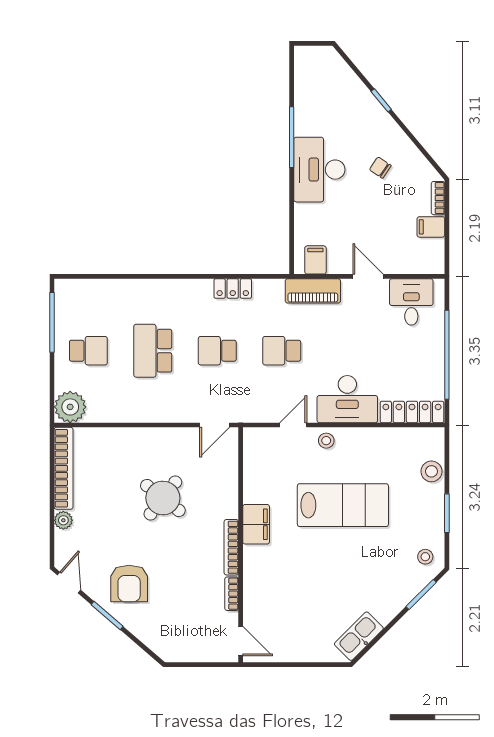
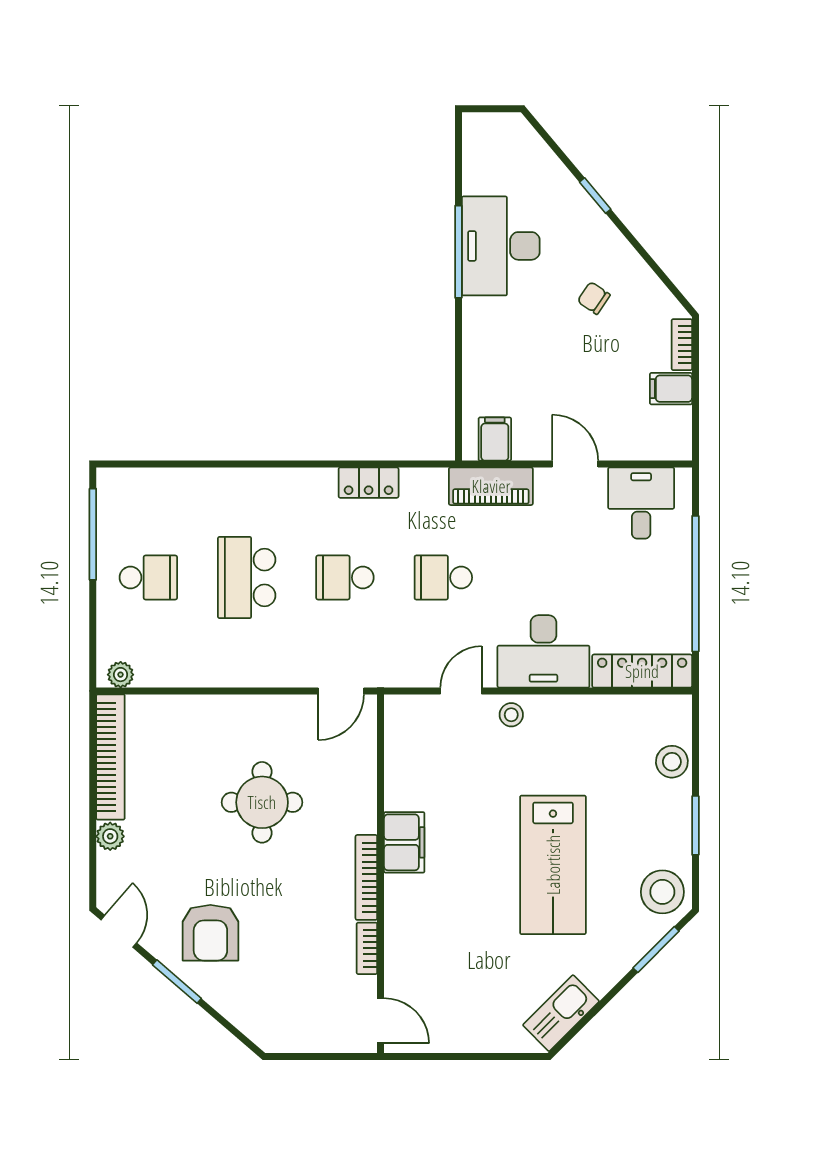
desk: (319, 170) -> (501, 246), moved
plant: (70, 407) -> (121, 675), width x0.53, depth x0.53
round table: (163, 498) -> (262, 802), turned -38
lab bench: (343, 505) -> (553, 865), moved, turned 90
stool: (425, 557) -> (662, 892), width x1.89, depth x1.89

